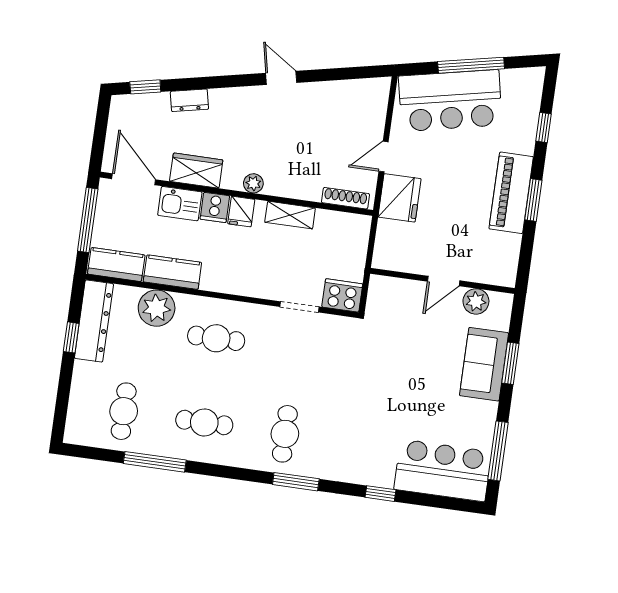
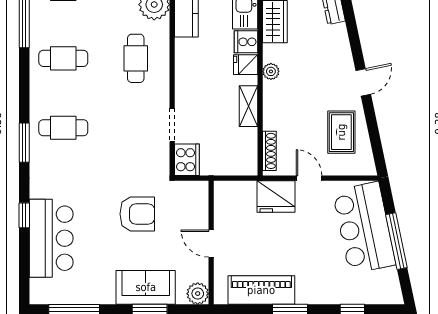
rug: (335, 111) -> (341, 132), added
piano: (511, 193) -> (261, 290), moved
plant: (476, 301) -> (198, 294), moved
armchair: (397, 362) -> (137, 214), added
cafe table: (204, 422) -> (63, 58), turned 90
bar counter: (443, 470) -> (51, 238), moved

